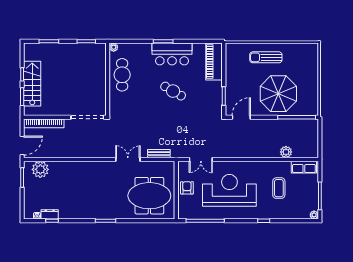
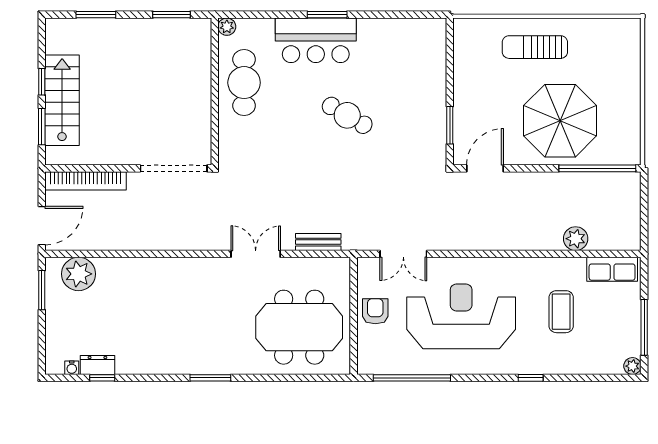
bar counter: (172, 54) -> (316, 40), moved
piano: (214, 62) -> (430, 56), removed

